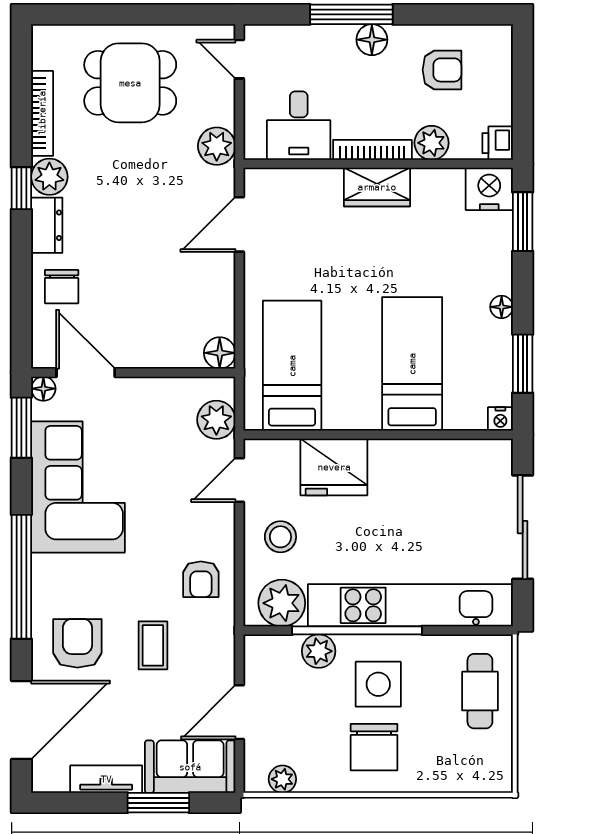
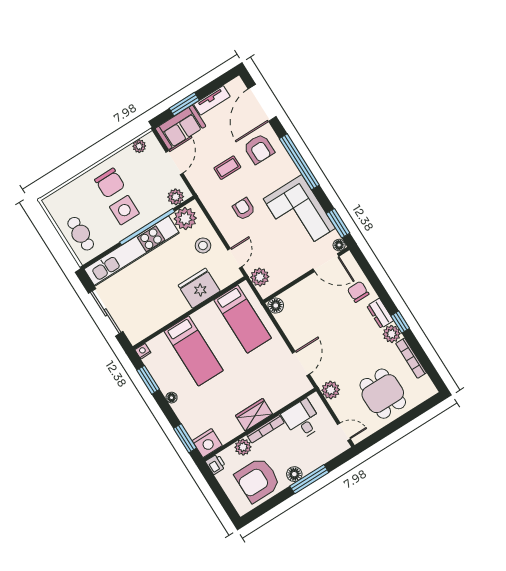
armchair: (442, 70) -> (258, 480), width x1.88, depth x1.88
dining table: (130, 83) -> (383, 394), turned 90
armchair: (201, 579) -> (244, 209), moved
coffee table: (153, 645) -> (227, 168), turned 90
plant: (319, 651) -> (176, 197), moved
chair: (374, 747) -> (110, 183), turned 180

